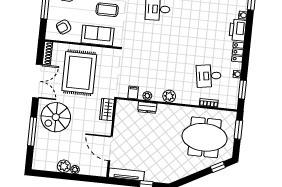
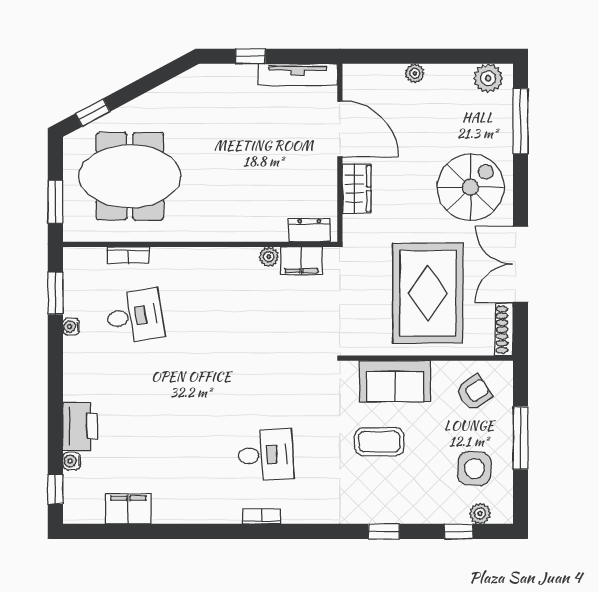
locker: (238, 52) -> (75, 377), removed
filing cabinet: (133, 93) -> (301, 261), width x2.00
plant: (169, 96) -> (219, 261), removed
dresser: (147, 108) -> (309, 230), moved
wardrobe: (107, 109) -> (357, 189), moved
window: (32, 132) -> (521, 121), moved
plant: (64, 166) -> (488, 78), moved

